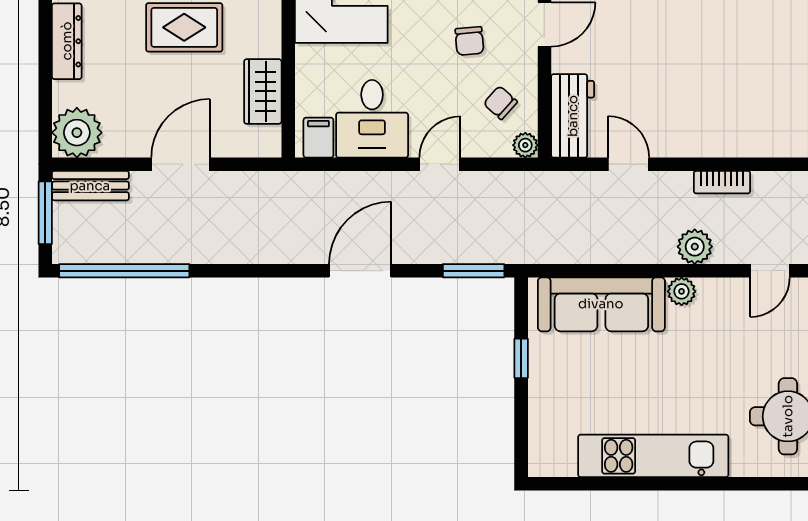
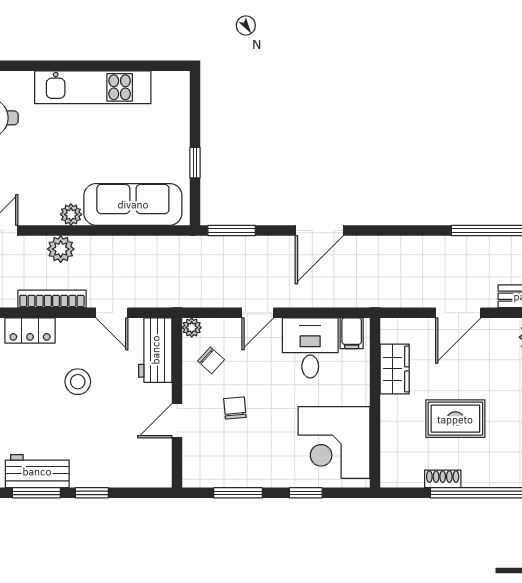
stool: (673, 75) -> (78, 382), added
locker: (734, 141) -> (30, 331), added
bookcase: (722, 182) -> (52, 299), width x1.56

